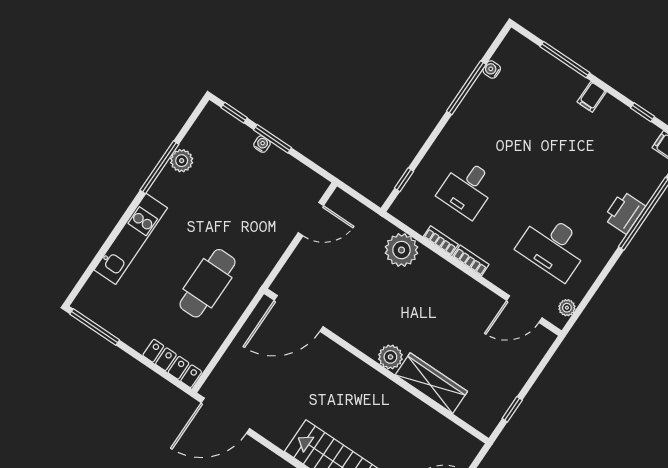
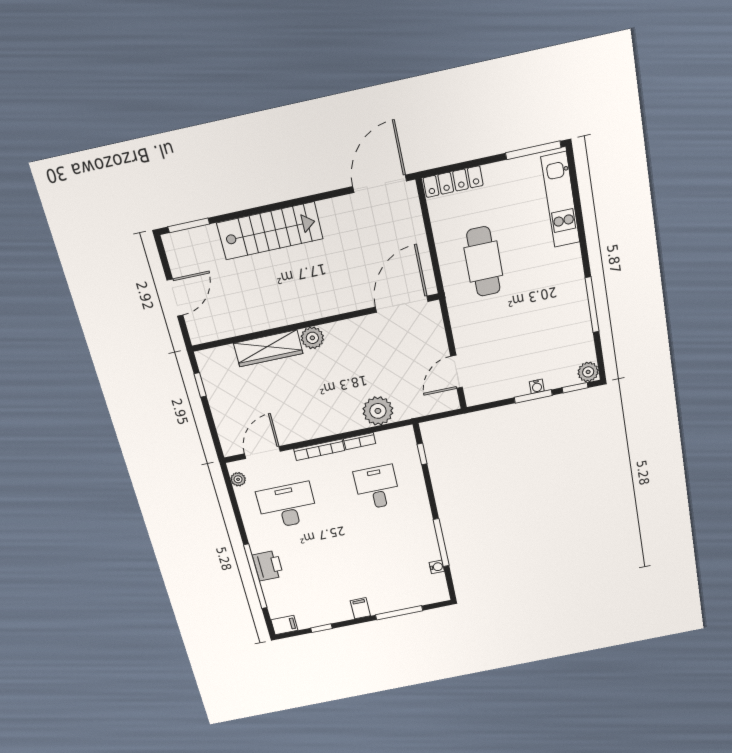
plant: (182, 161) -> (588, 372), moved
kitchen unit: (131, 239) -> (560, 200), moved
bookcase: (471, 260) -> (319, 450), width x1.56

